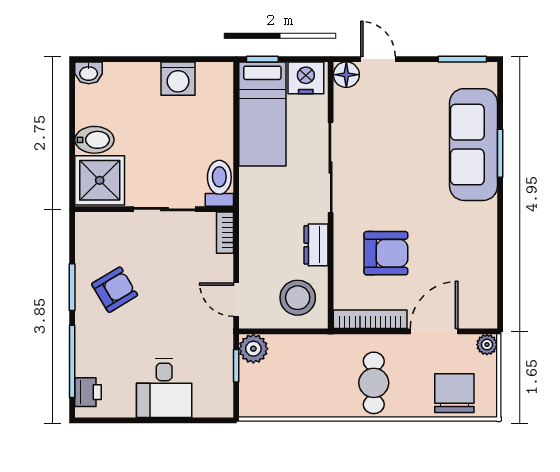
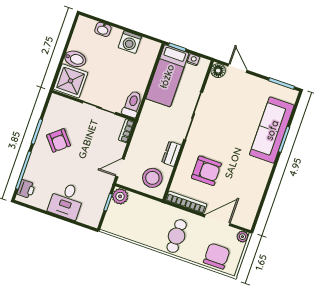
washbasin: (89, 73) -> (103, 29), moved
nightstand: (306, 78) -> (193, 60), width x0.53, depth x0.56
armchair: (115, 290) -> (59, 140), turned 81
door: (236, 300) -> (120, 168), hinge flipped

